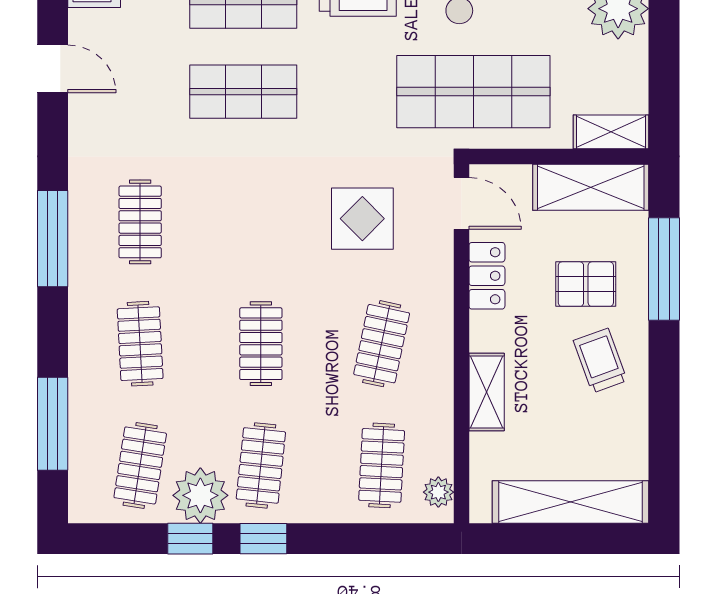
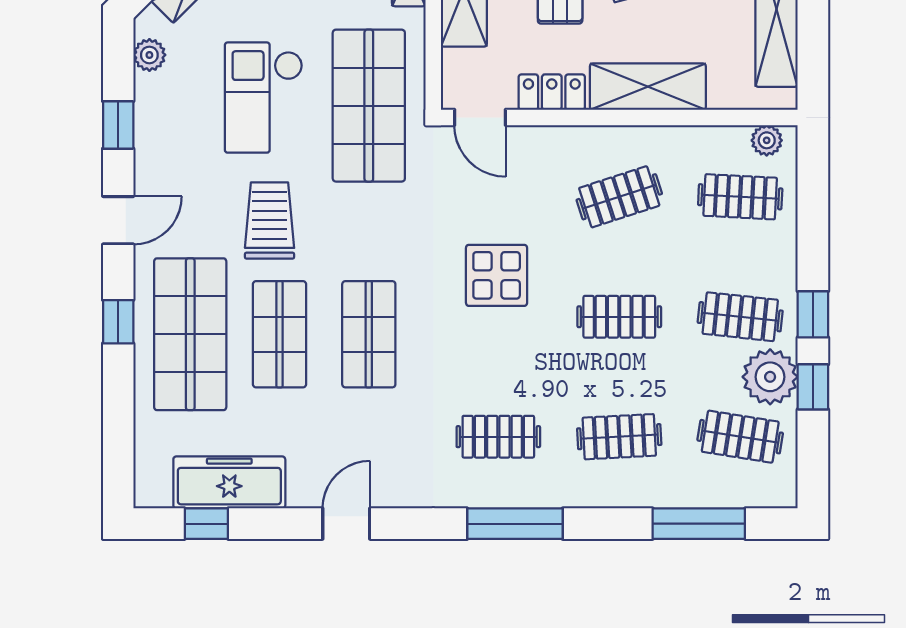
door: (461, 203) -> (480, 117), swing flipped
display table: (362, 219) -> (497, 275), moved
clothes rail: (382, 344) -> (619, 197), turned -30
shelving: (487, 392) -> (648, 87), width x1.50, depth x1.33

